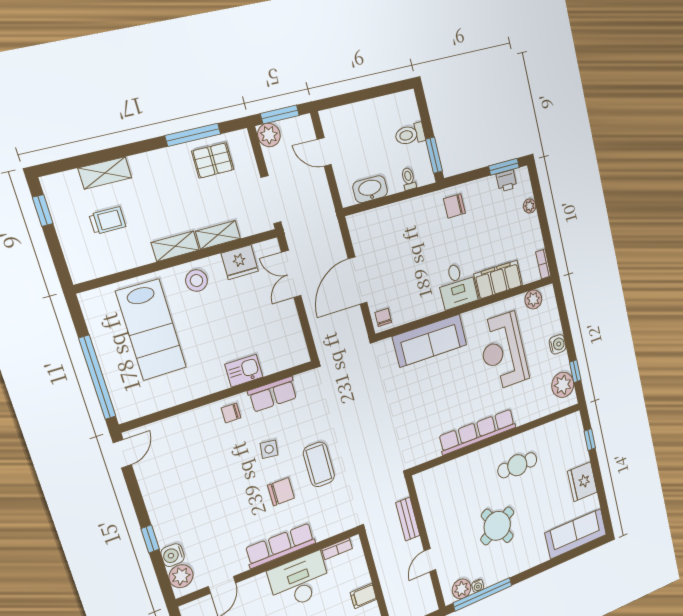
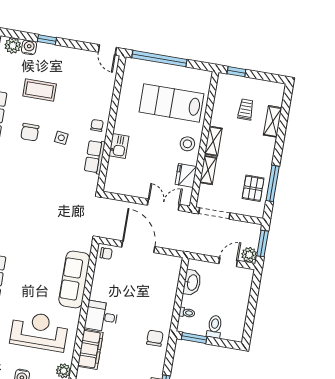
plant: (269, 135) -> (249, 255), moved
window: (43, 210) -> (236, 72), moved
trolley: (107, 221) -> (246, 109), turned 180
coffee table: (319, 464) -> (40, 90), moved

